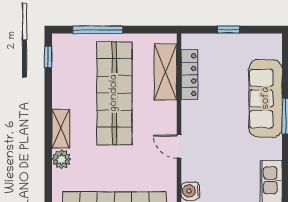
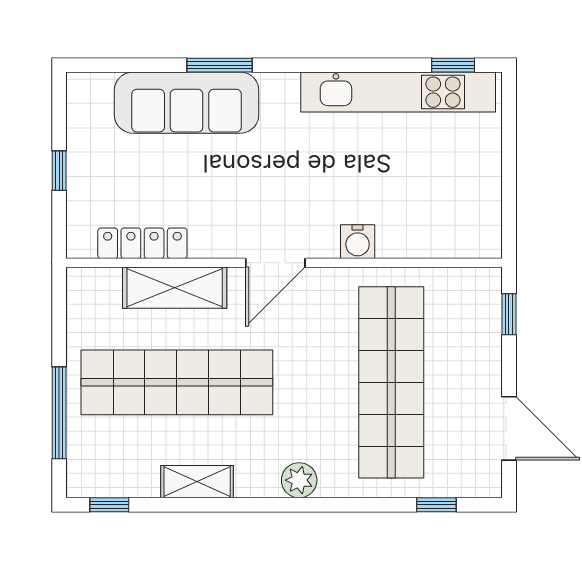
shelving: (166, 72) -> (175, 288), moved
shelving: (61, 129) -> (197, 482), moved
door: (179, 146) -> (275, 263), width x1.37

